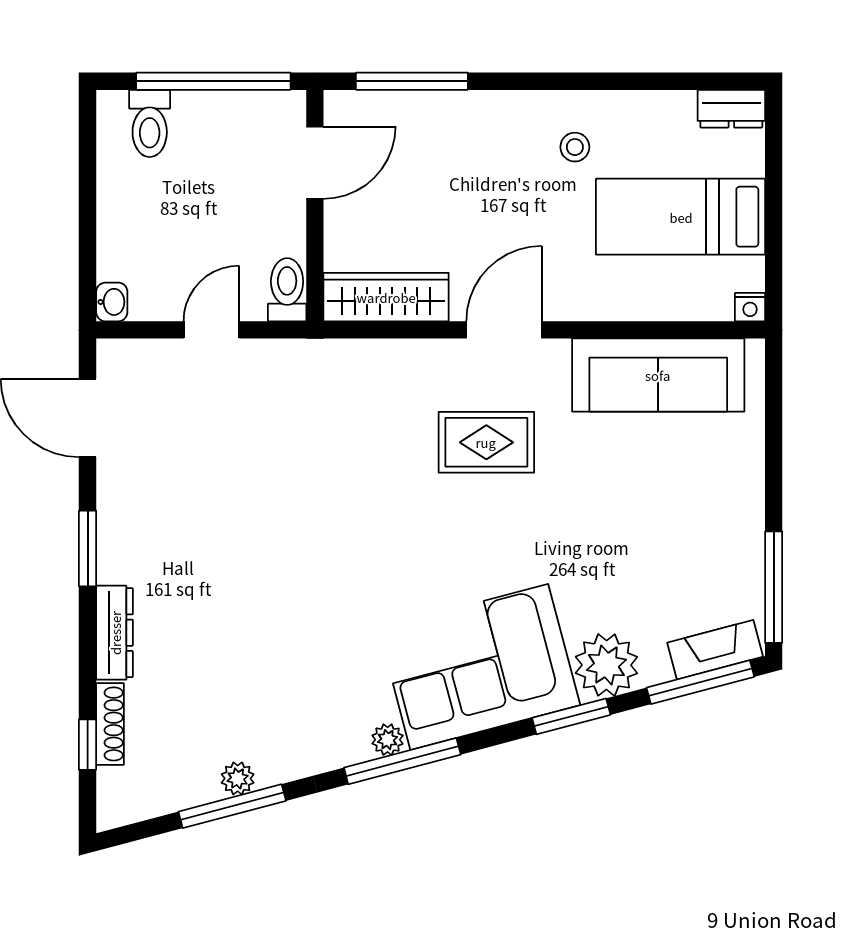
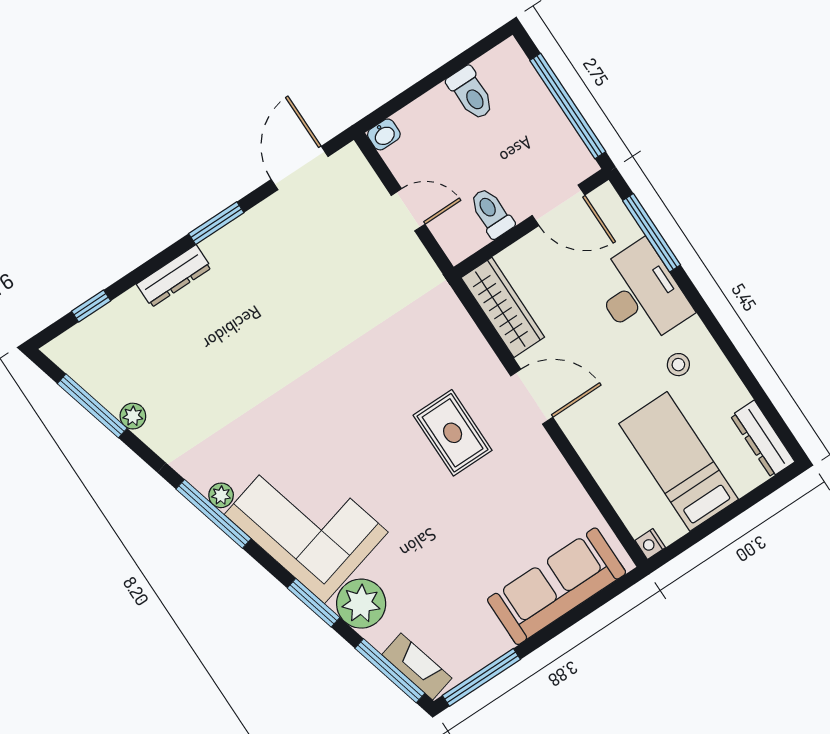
dresser: (731, 109) -> (763, 439), width x1.44
toilet: (150, 123) -> (471, 93), moved, turned -90
desk: (471, 137) -> (641, 294), added
toilet: (287, 290) -> (491, 213), moved, turned -90
sofa: (658, 375) -> (557, 586), moved, turned 90
shoe rack: (110, 724) -> (114, 312), removed
window: (232, 806) -> (92, 406), moved

